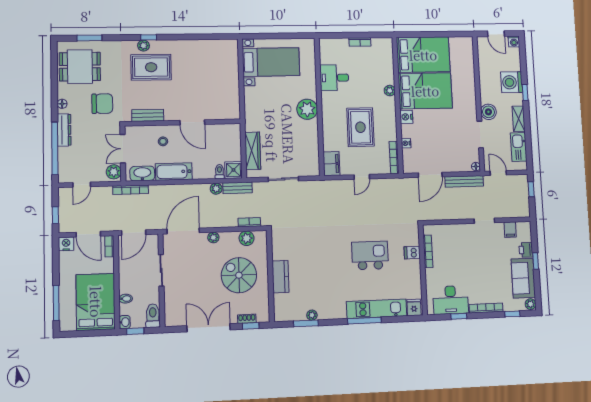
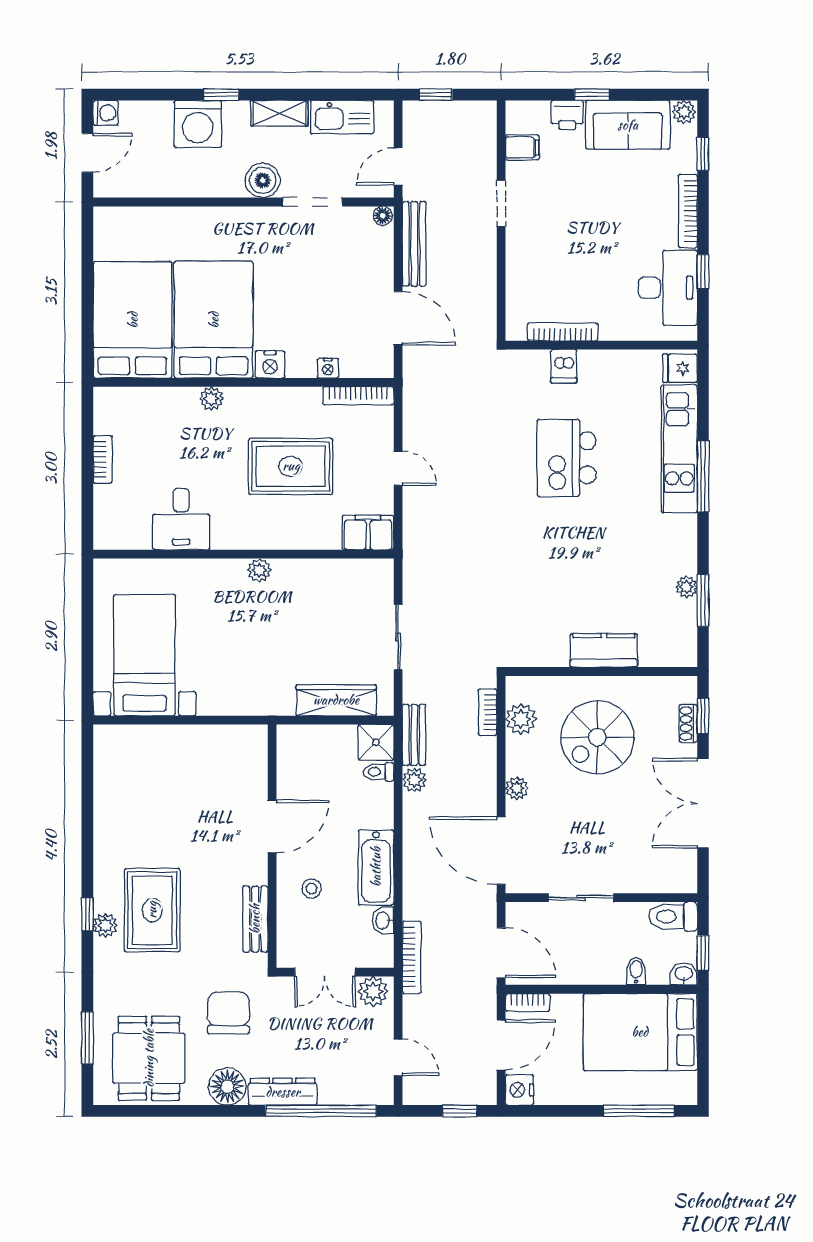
floor lamp: (62, 104) -> (227, 1087), width x1.89, depth x1.89
plant: (307, 109) -> (259, 570), width x0.53, depth x0.53
washbasin: (142, 174) -> (383, 921), width x0.52, depth x0.69

